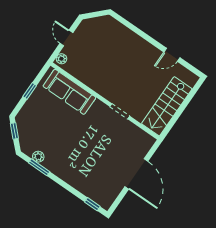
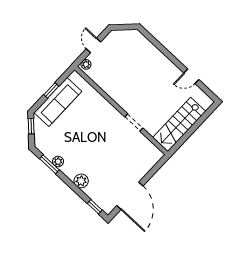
sofa: (69, 92) -> (58, 102), moved, turned -90
plant: (38, 157) -> (58, 162), moved
door: (136, 174) -> (130, 196), moved
plant: (74, 180) -> (81, 181), added

